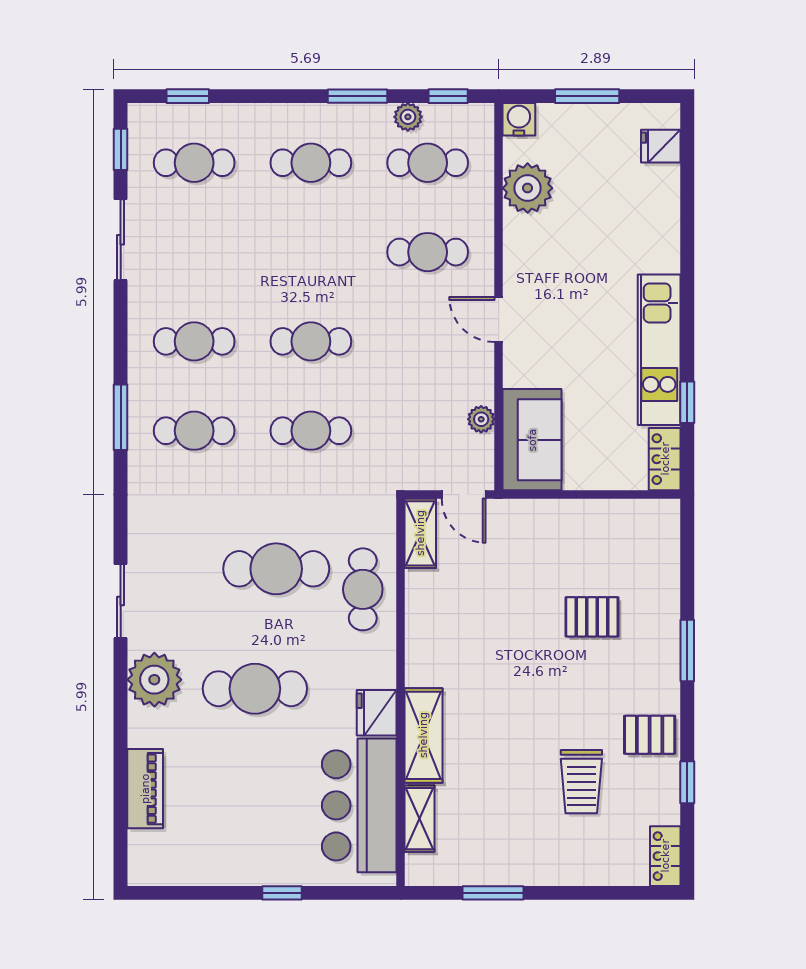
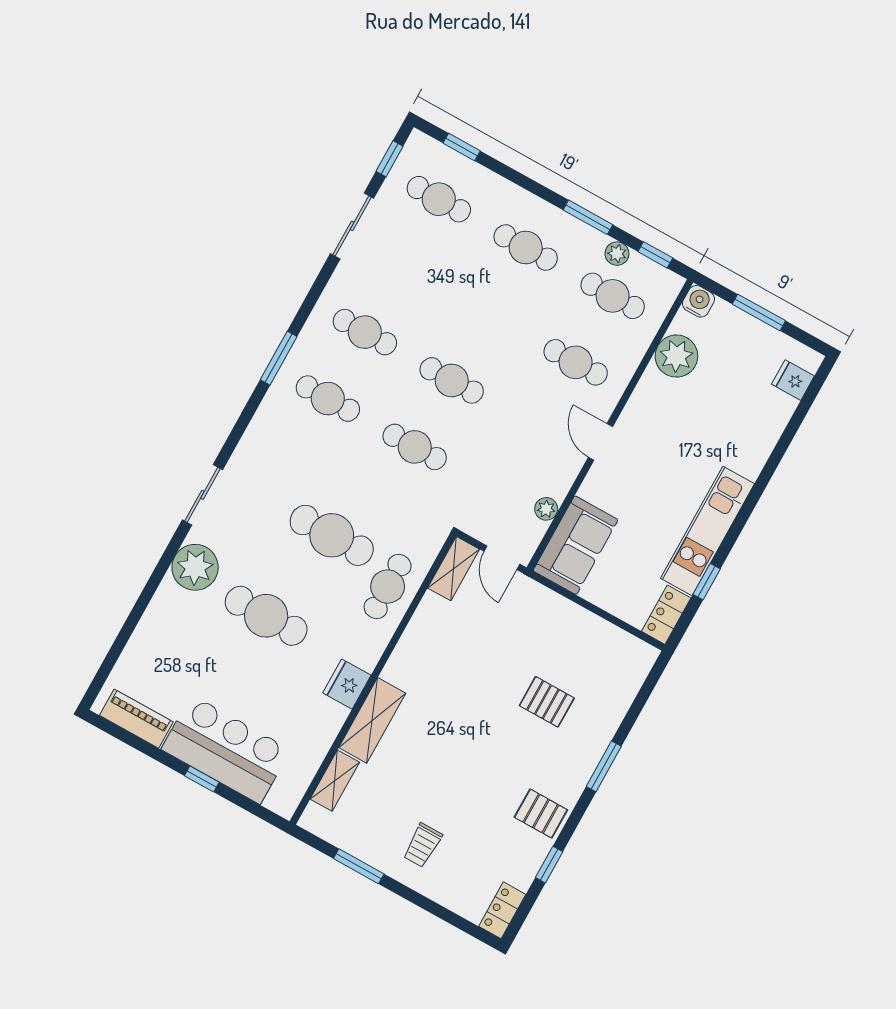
trolley: (581, 782) -> (423, 845), moved, width x0.73, depth x0.72
piano: (145, 789) -> (136, 719), moved, turned -90
bar counter: (359, 805) -> (226, 749), moved, turned 90

